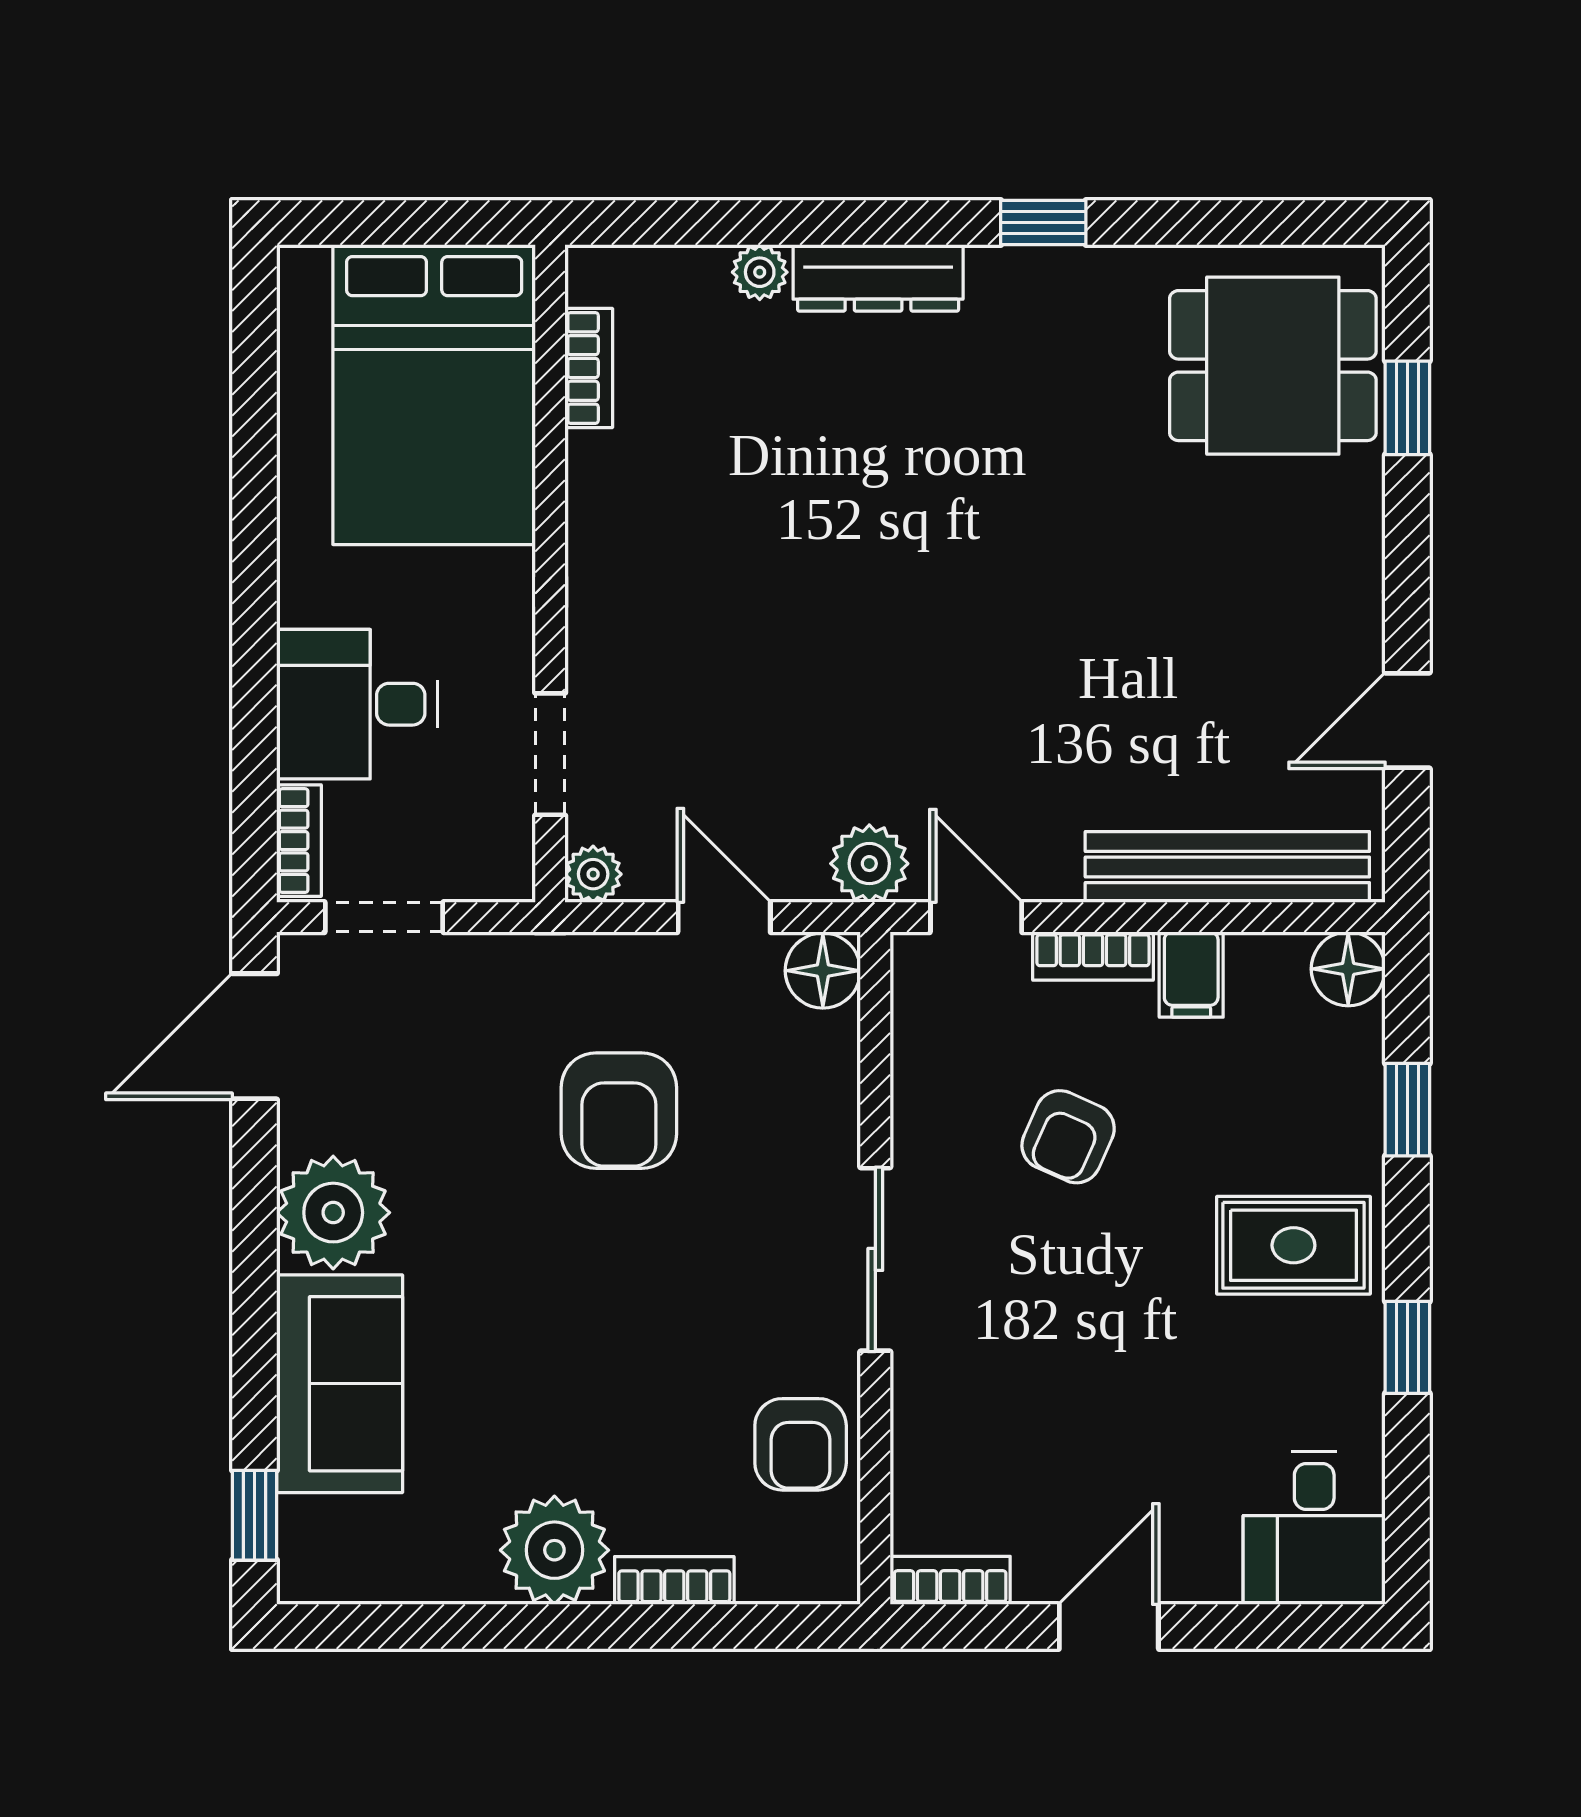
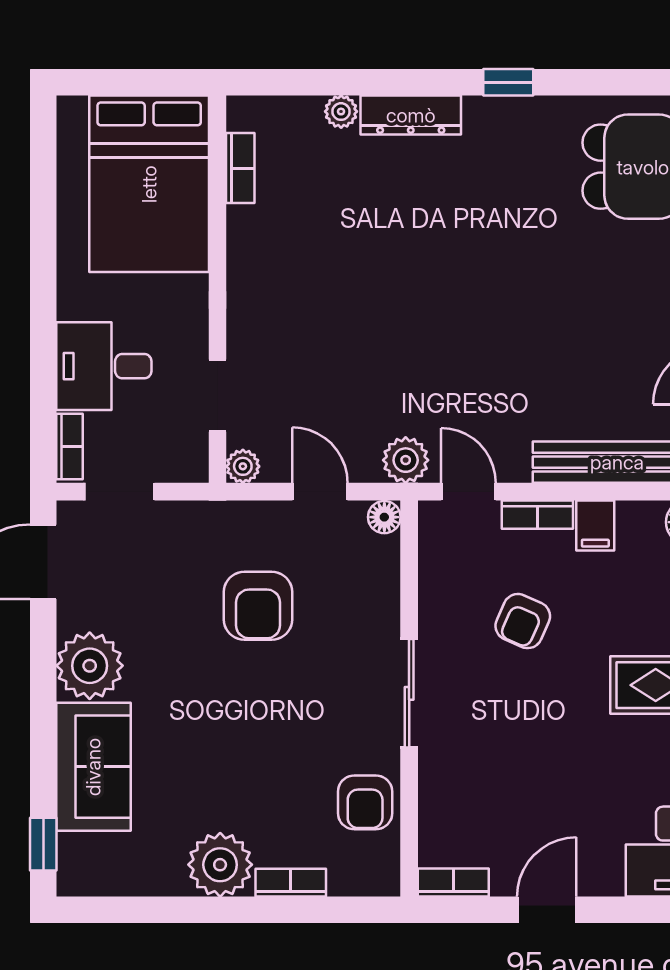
floor lamp: (823, 971) -> (384, 517), width x0.73, depth x0.73

